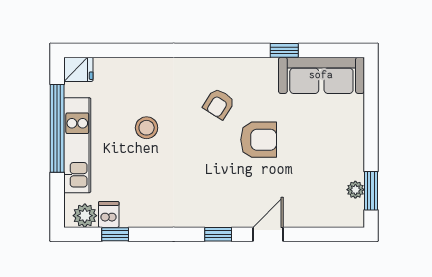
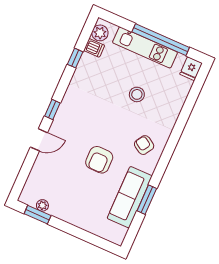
window: (284, 50) -> (147, 200), width x1.50
sofa: (321, 75) -> (130, 197), moved
armchair: (219, 104) -> (144, 145), moved
window: (115, 234) -> (75, 58), moved
door: (268, 234) -> (39, 140), hinge flipped

